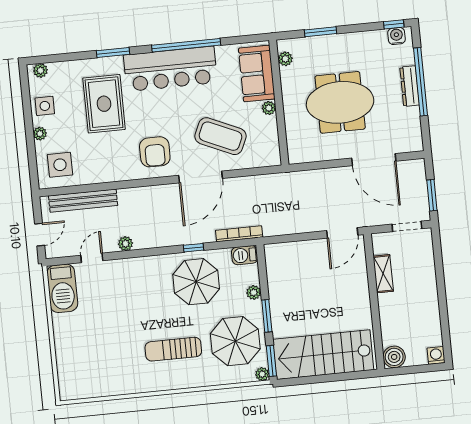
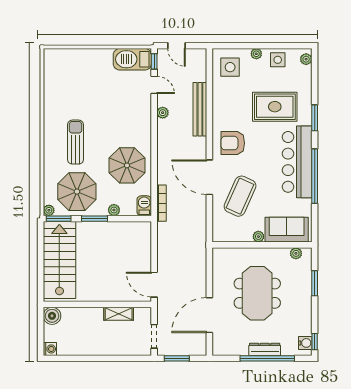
bench: (83, 201) -> (200, 109), moved
window: (194, 248) -> (154, 61), moved

